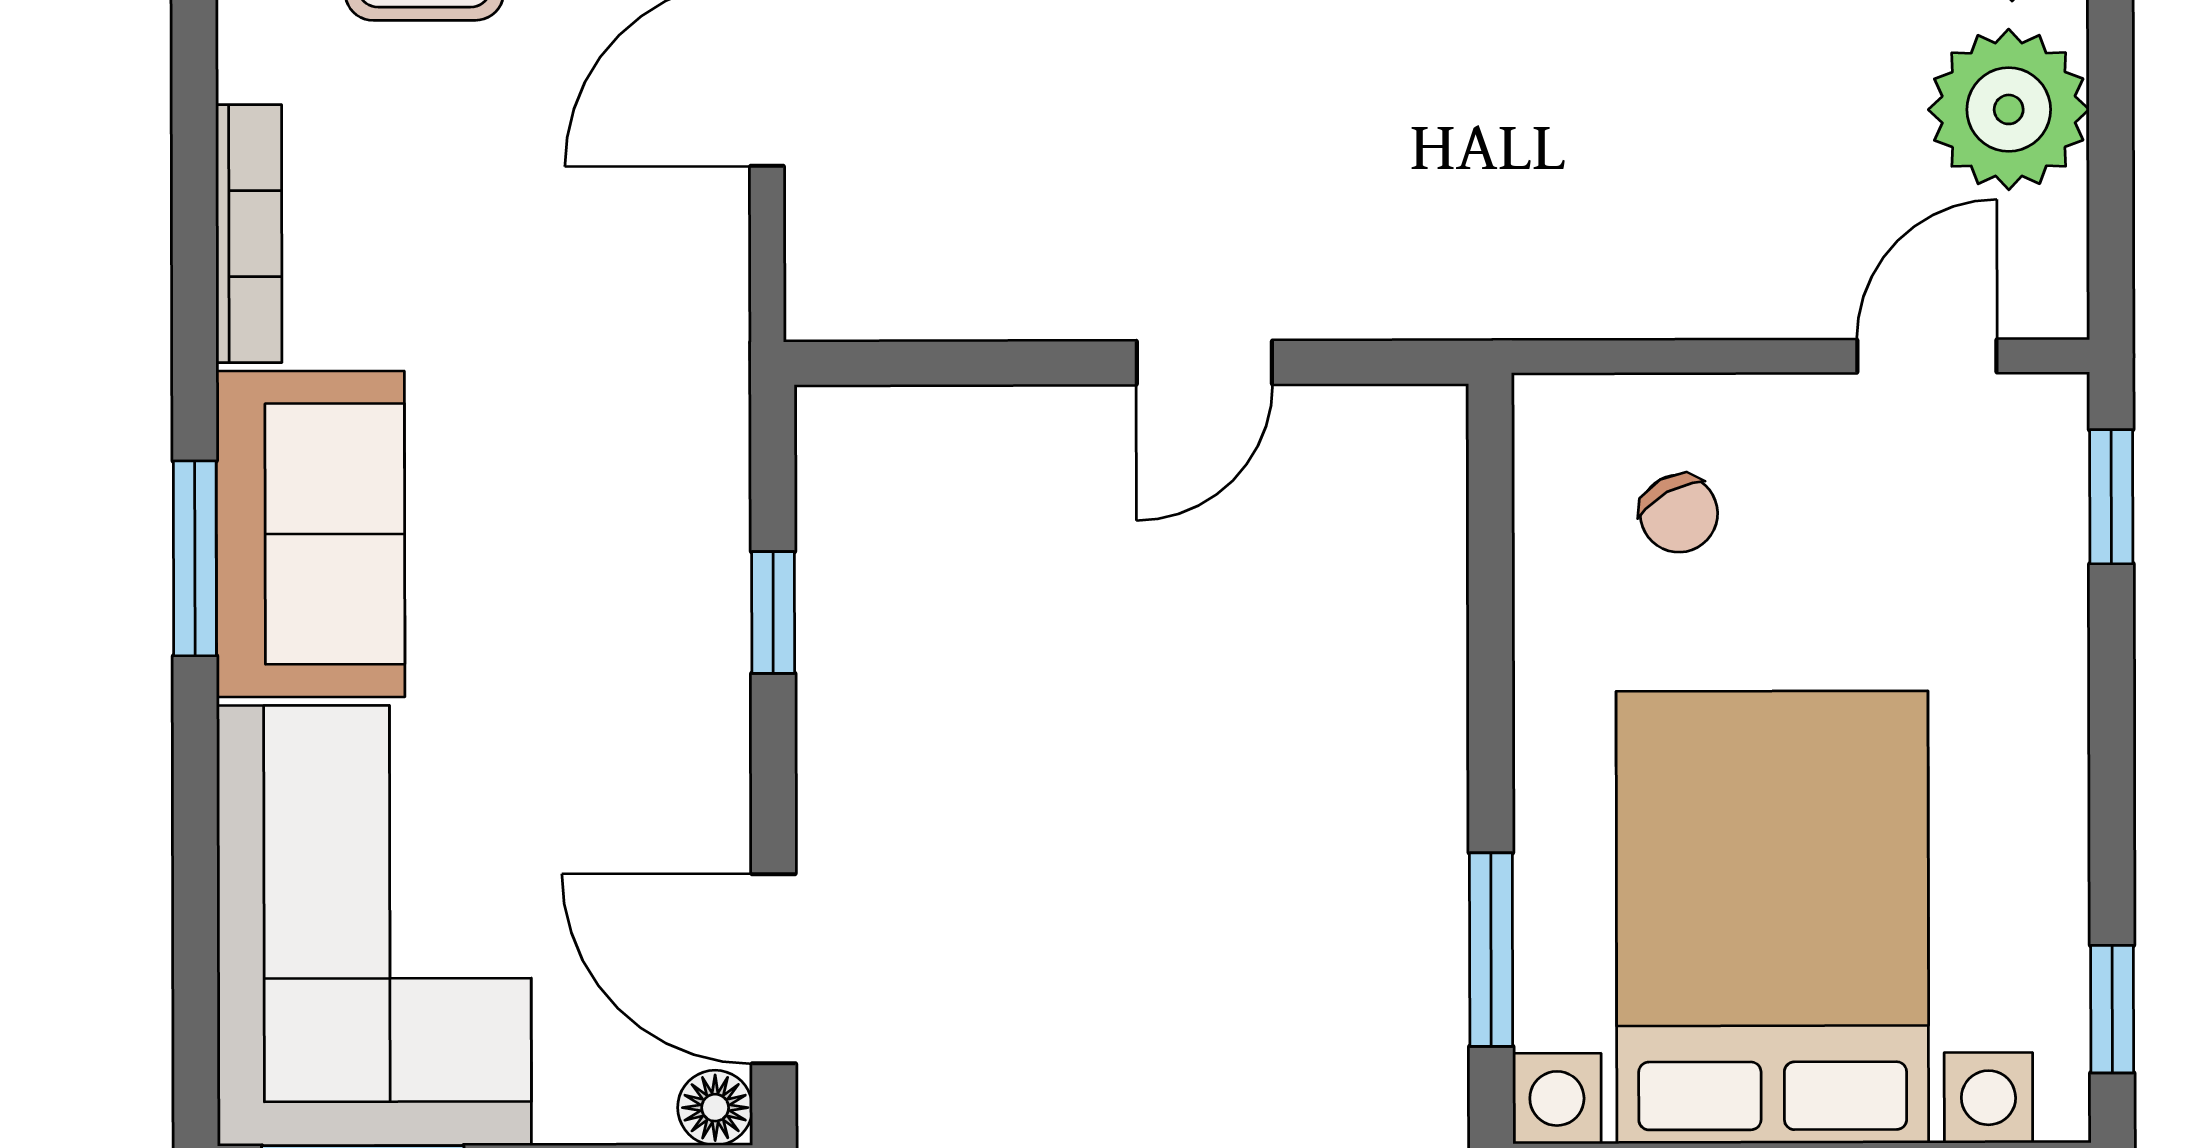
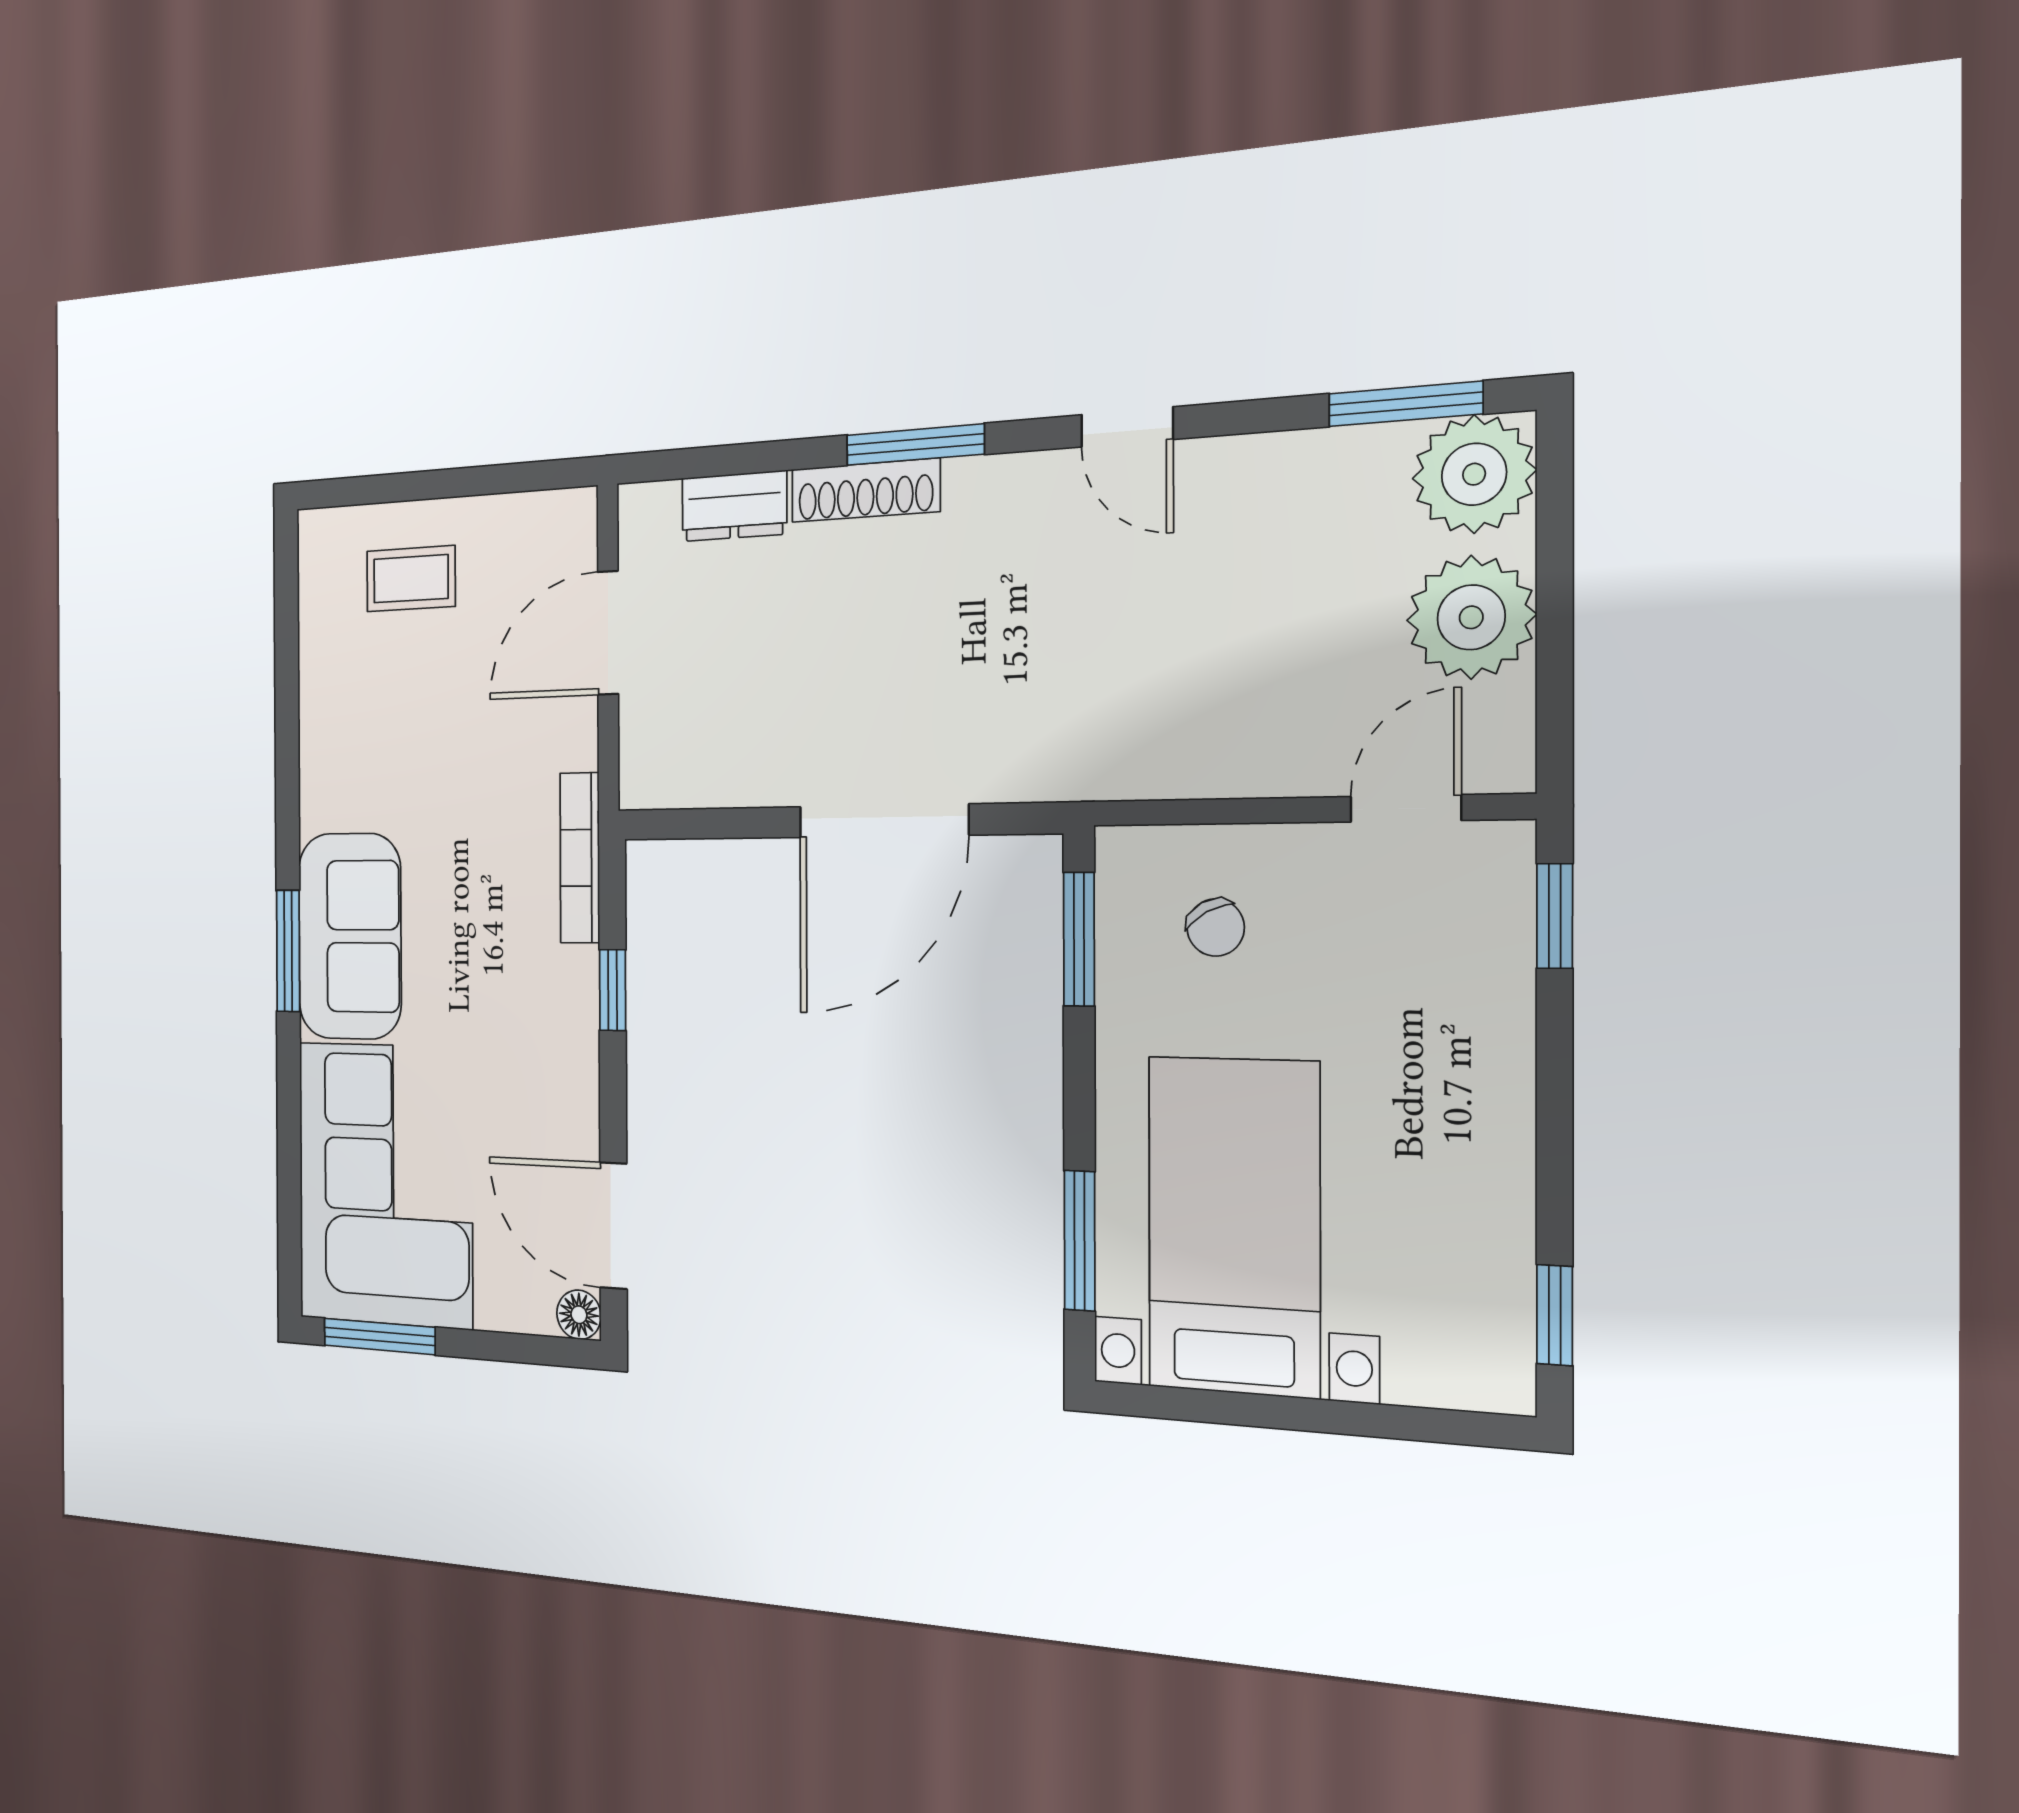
bookcase: (249, 234) -> (580, 858), moved, turned 180
door: (1204, 363) -> (883, 821), width x1.87
window: (1490, 531) -> (1079, 939), added
bed with nightstands: (1772, 917) -> (1234, 1226), width x0.73

